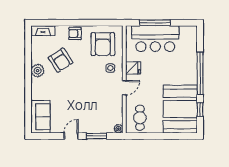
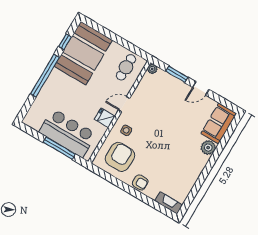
armchair: (61, 60) -> (168, 165), removed
plant: (38, 71) -> (208, 148), moved

